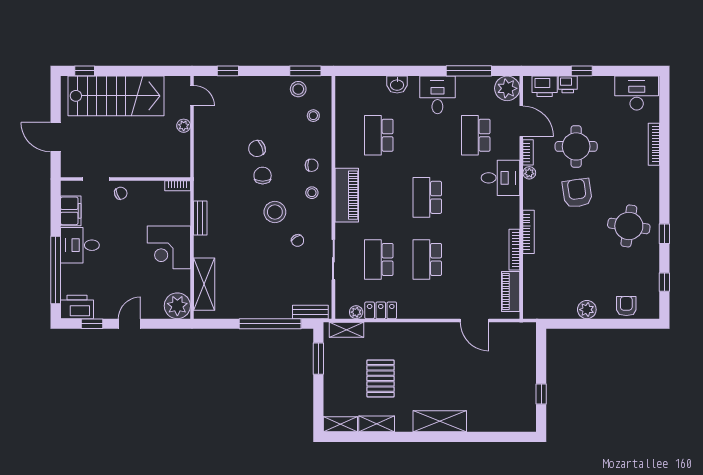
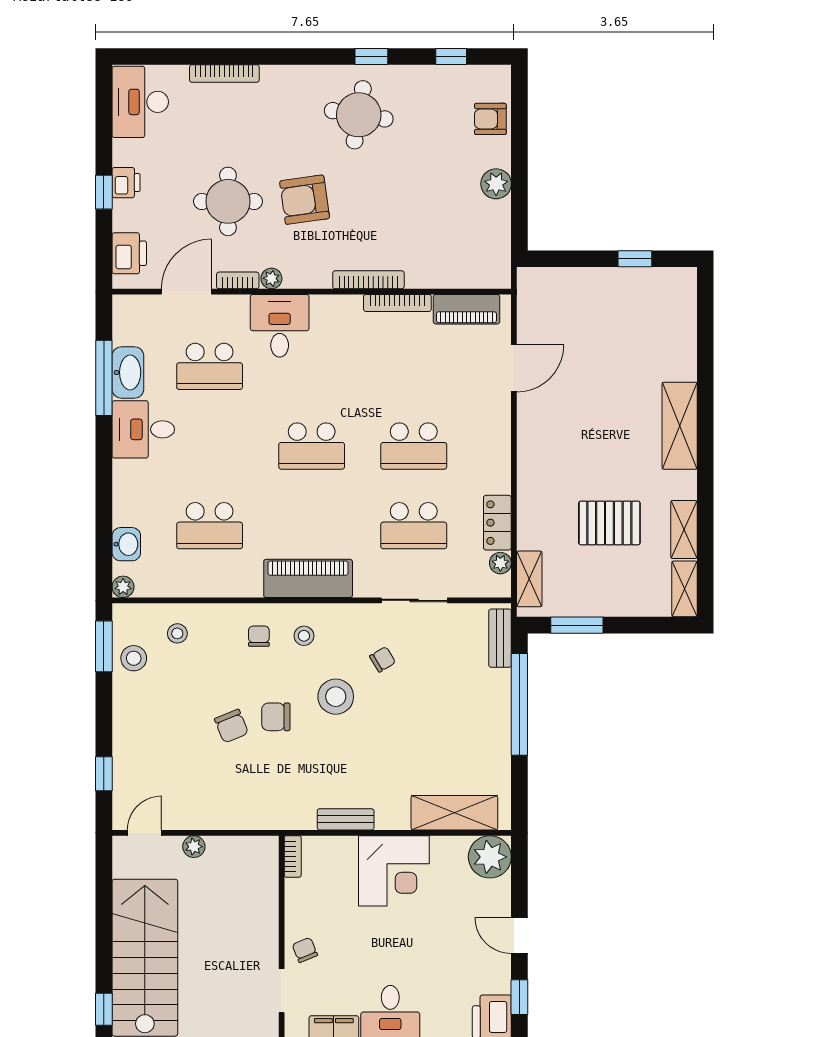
printer: (568, 84) -> (126, 183), moved
washbasin: (397, 85) -> (126, 544), moved
washbasin: (472, 86) -> (128, 372), added
plant: (507, 88) -> (123, 587), moved, width x0.53, depth x0.53

